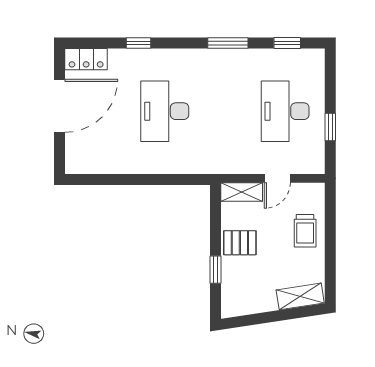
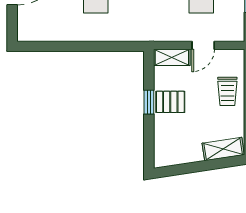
window: (215, 270) -> (149, 102), moved

